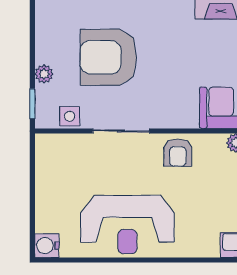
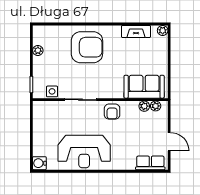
armchair: (108, 57) -> (87, 47), moved, turned 180
plant: (44, 74) -> (38, 50), moved

